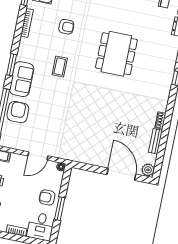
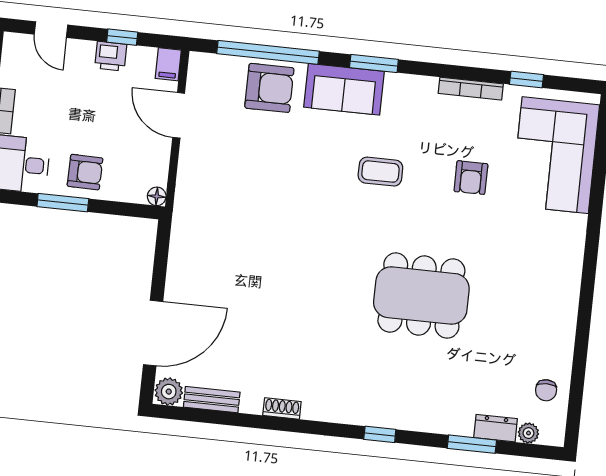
bench: (155, 141) -> (212, 400), moved
door: (38, 156) -> (179, 115), moved
armchair: (47, 197) -> (85, 172), turned 91

